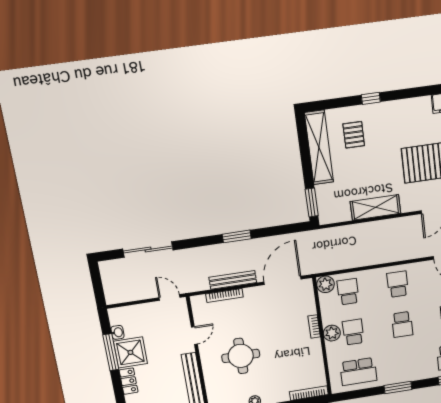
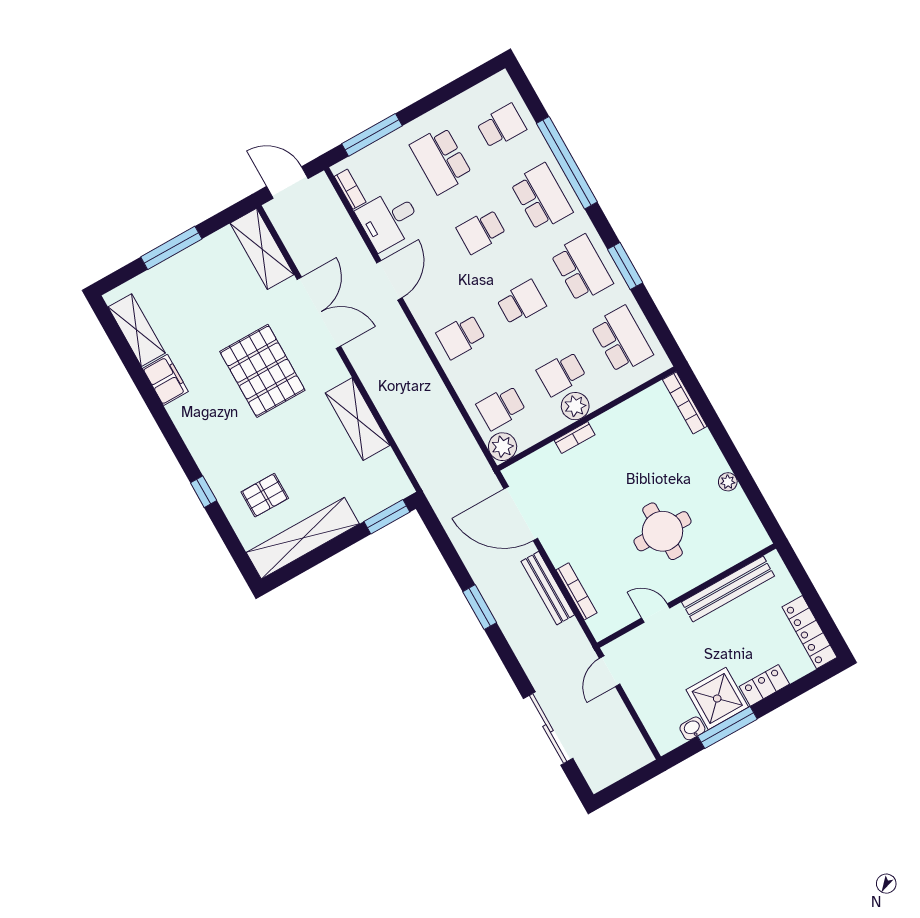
school desk: (407, 364) -> (582, 268), added

